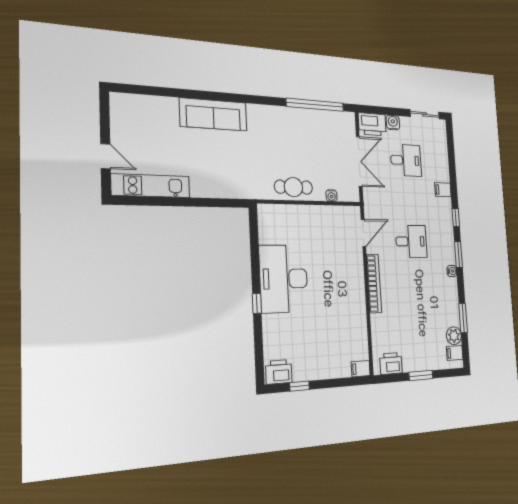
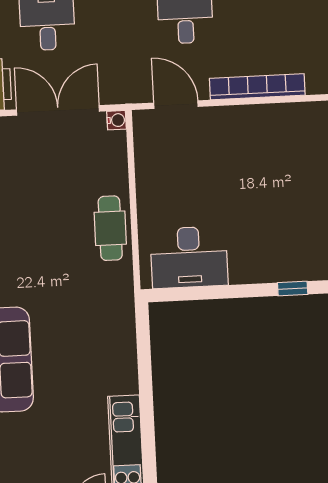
water cooler: (332, 196) -> (117, 120), moved
desk: (284, 279) -> (189, 257), moved, width x0.73, depth x0.77

